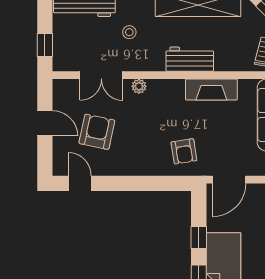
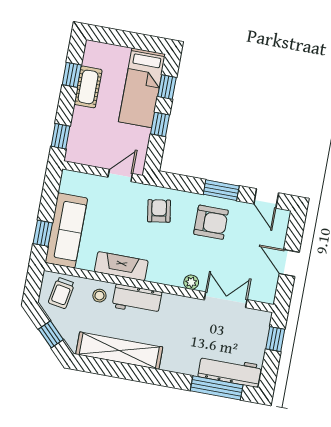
stool: (129, 32) -> (99, 296), moved
armchair: (97, 132) -> (211, 222), moved, turned -102
door: (229, 180) -> (120, 175), width x0.73
window: (126, 183) -> (221, 190), added

